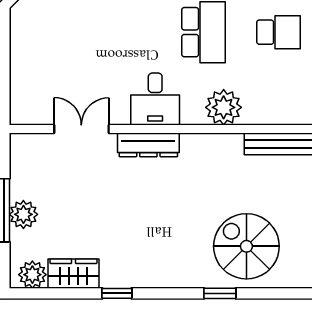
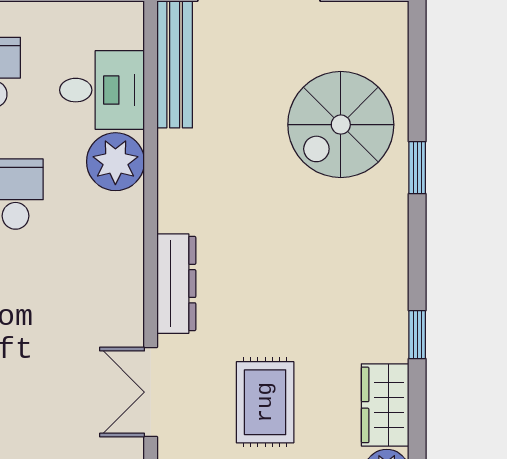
desk: (155, 99) -> (102, 90), moved
rug: (75, 200) -> (265, 402), added

